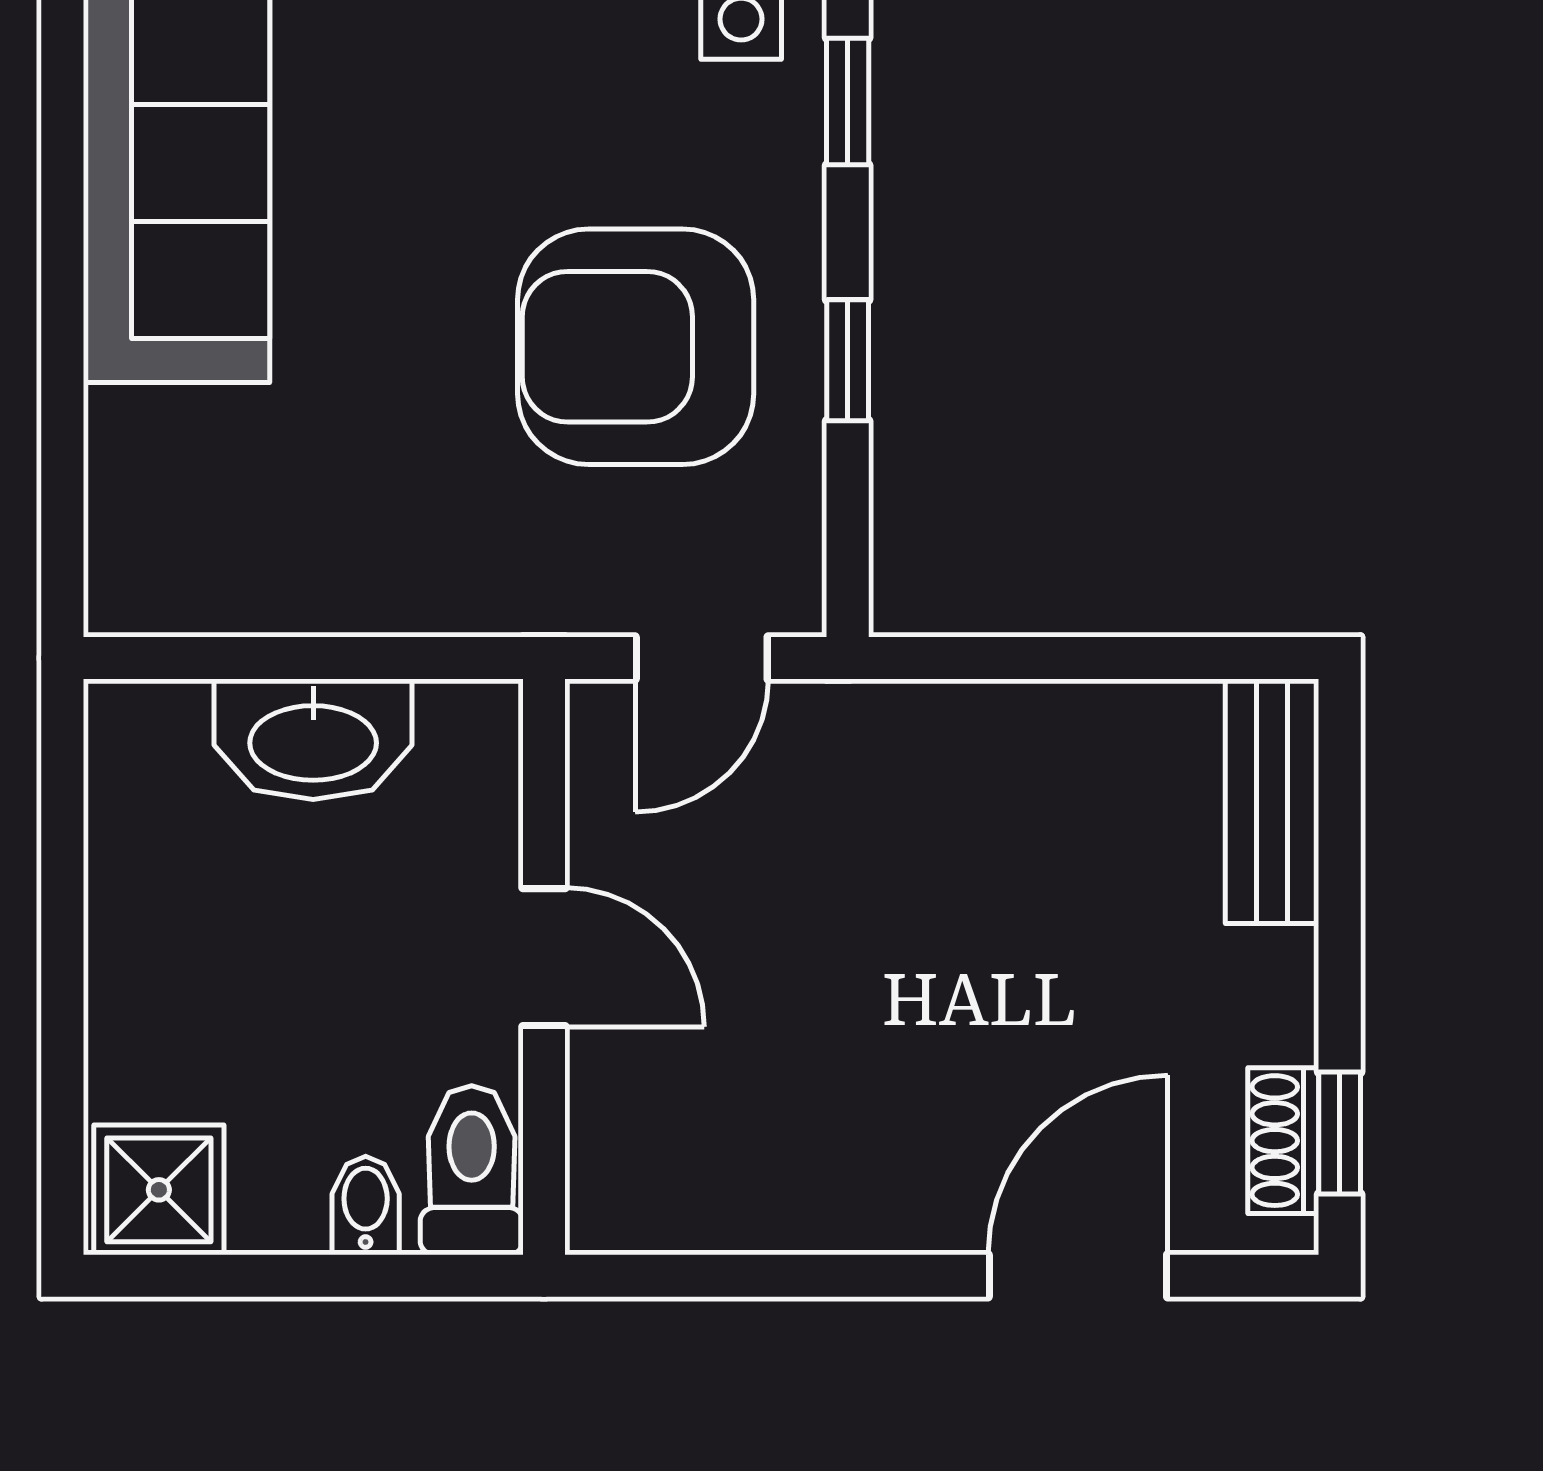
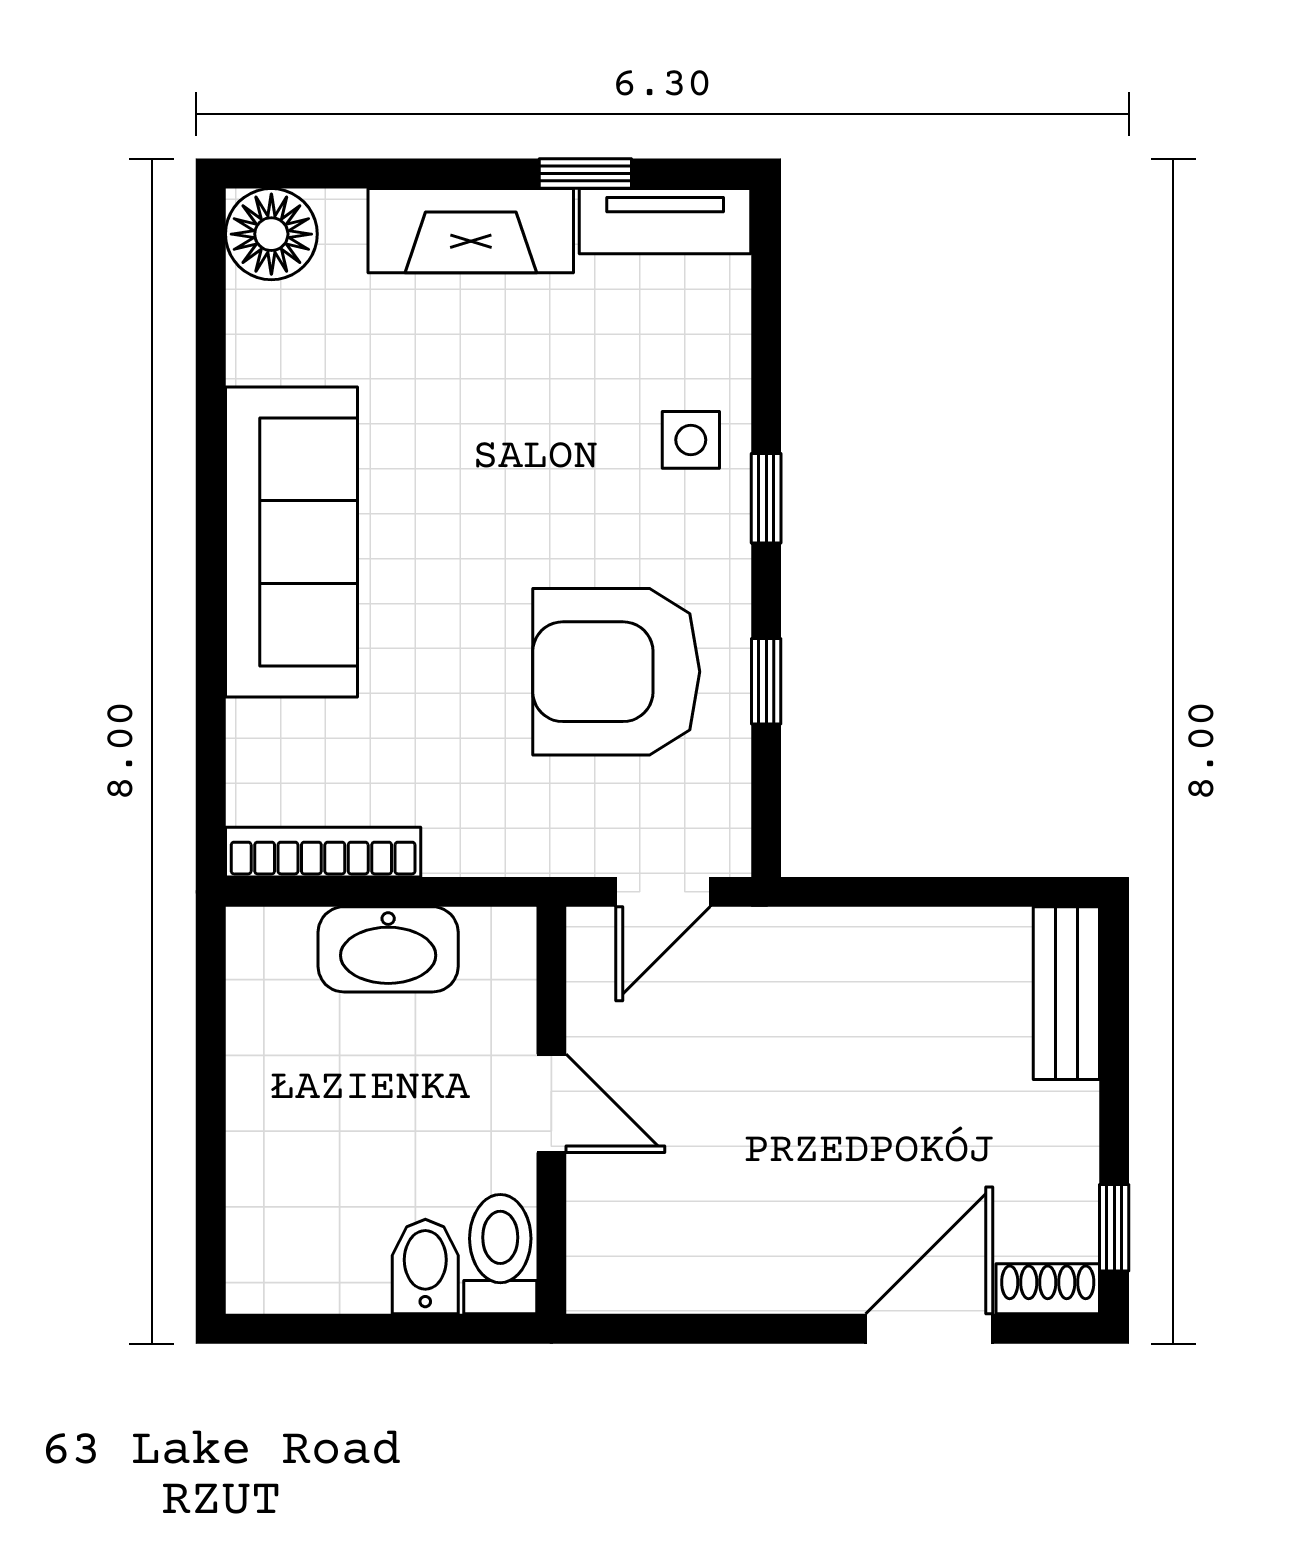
bookcase: (221, 602) -> (323, 852), added
shoe rack: (1283, 1141) -> (1048, 1289), moved, turned 90
shower: (159, 1190) -> (279, 1268), removed
bidet: (366, 1206) -> (425, 1267), width x1.38, depth x1.36

